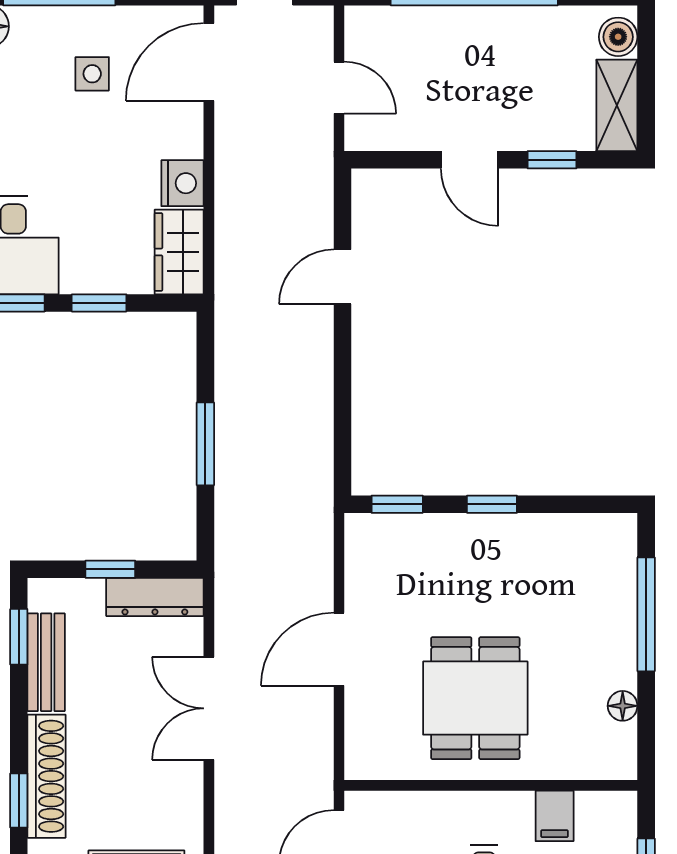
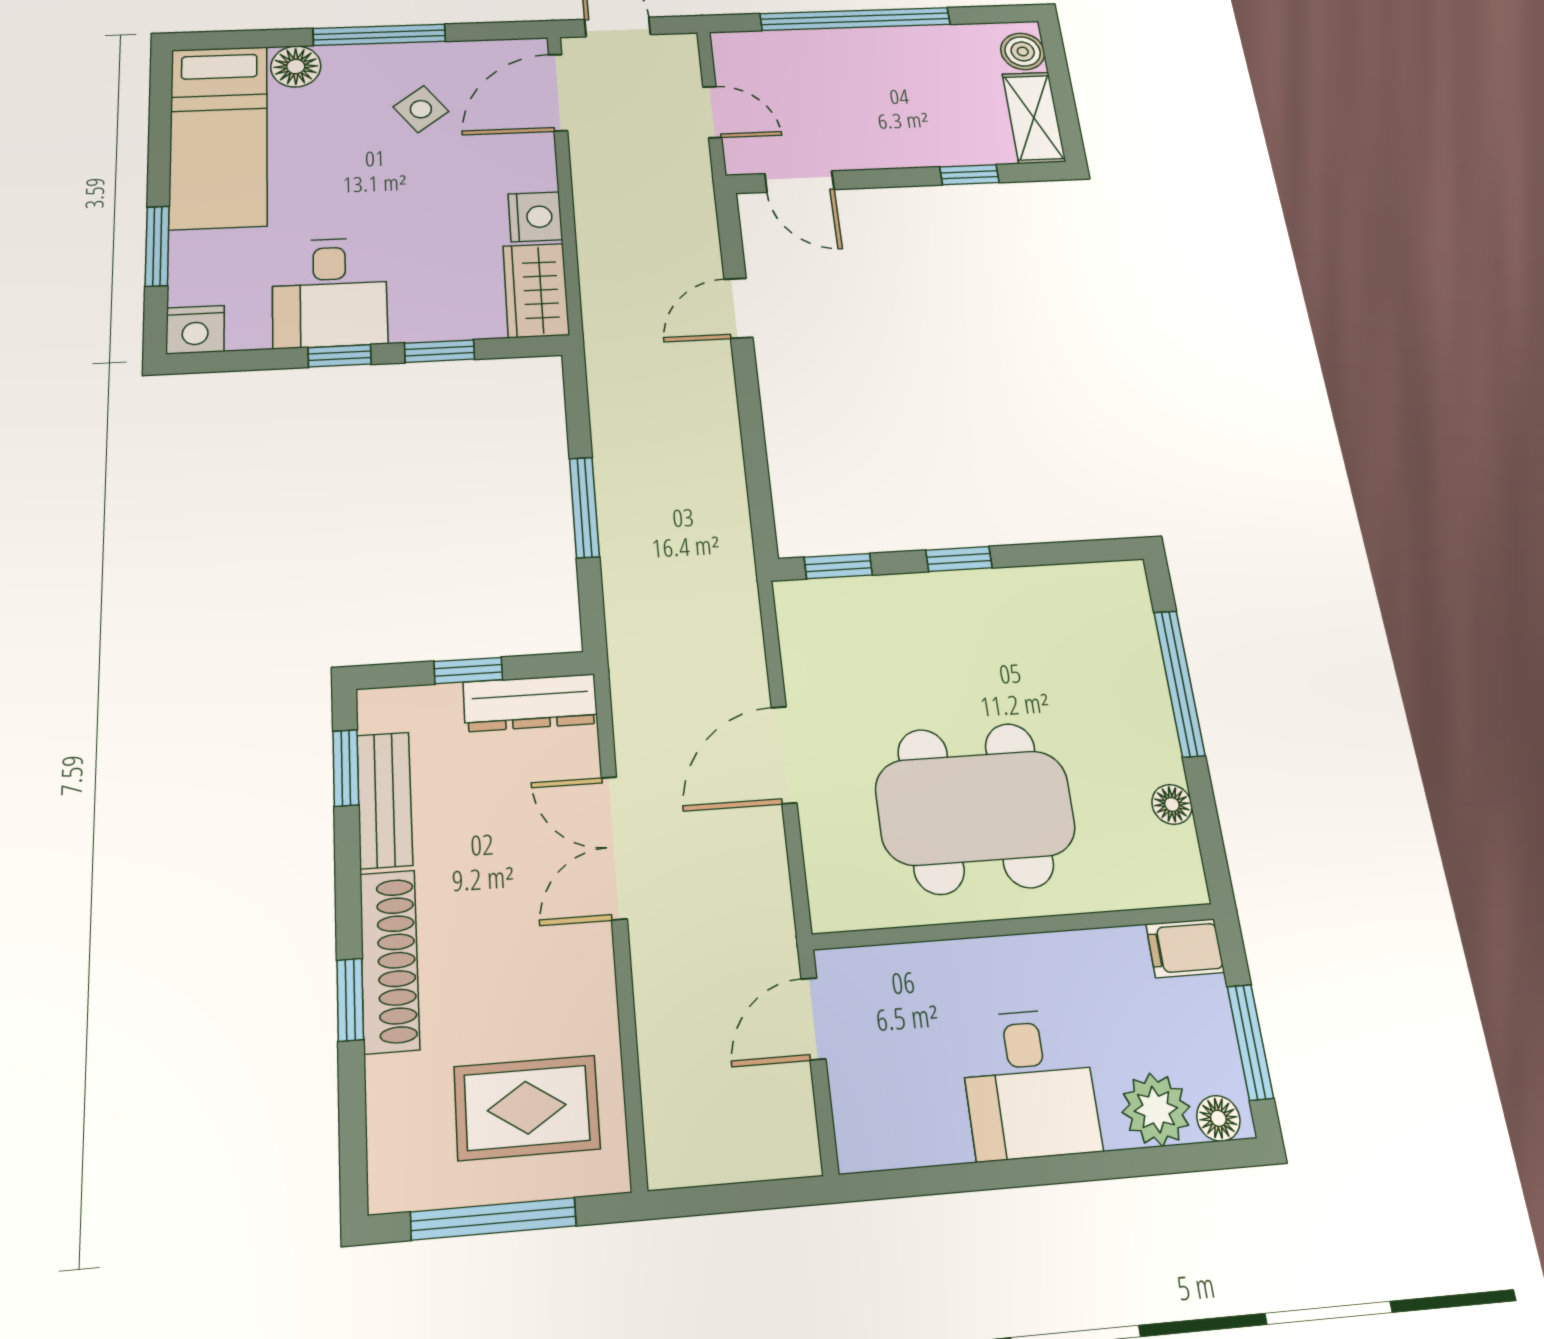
side table: (92, 74) -> (421, 109), turned -37
door: (470, 160) -> (799, 182), moved
dining table: (475, 698) -> (975, 808), width x1.38
filing cabinet: (555, 816) -> (1185, 948), moved, turned 90

